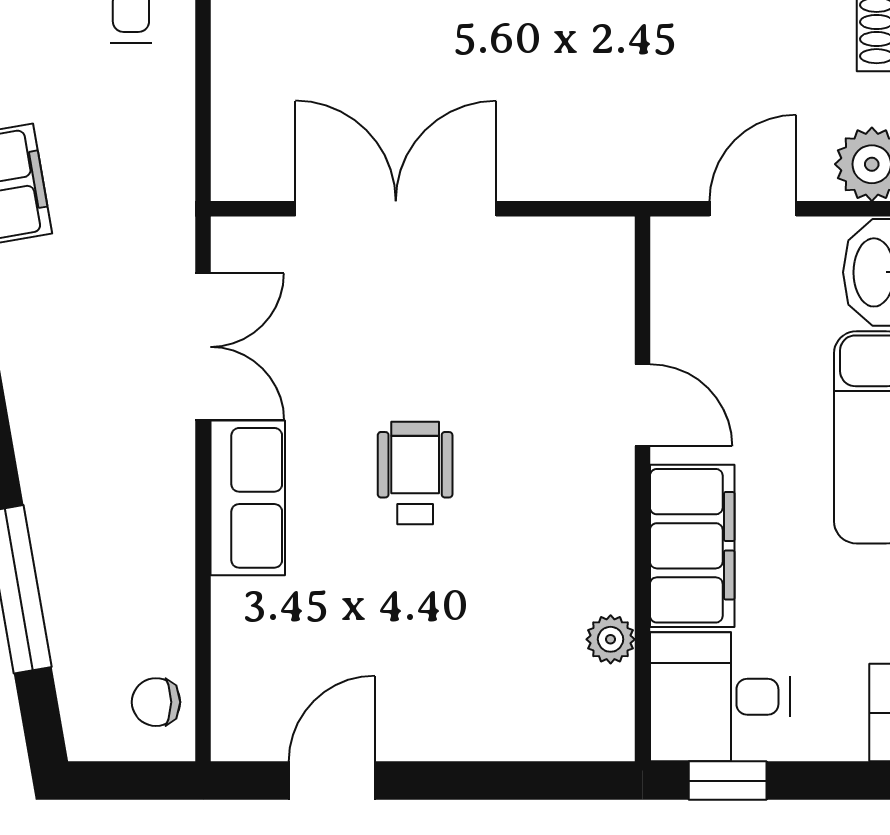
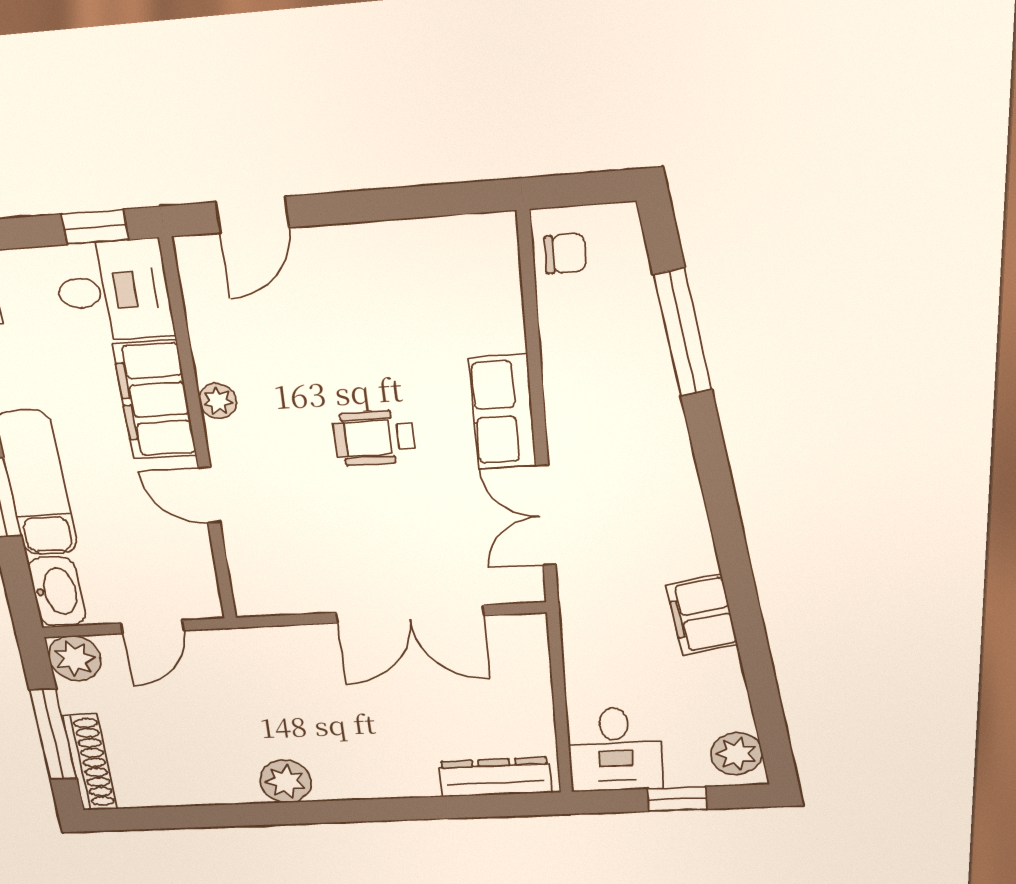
wheelchair: (415, 473) -> (374, 438), turned 90
plant: (611, 639) -> (218, 401), moved
door: (332, 781) -> (252, 215), moved

